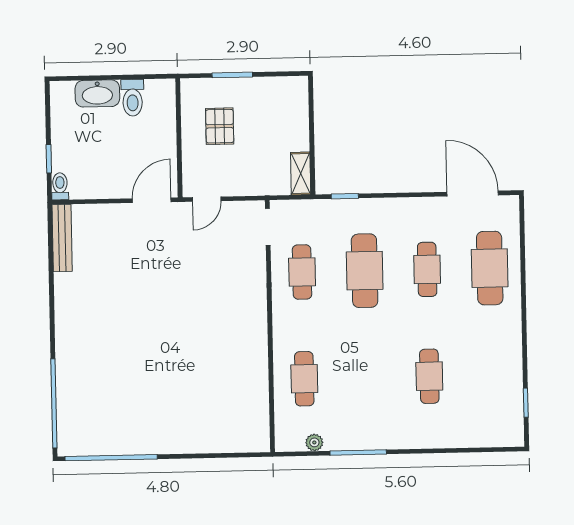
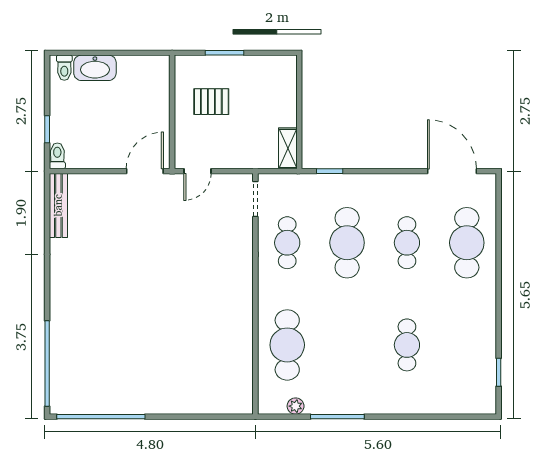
toilet: (133, 98) -> (64, 68), moved, width x0.73, depth x0.72
pallet: (220, 126) -> (211, 102), turned 90
cafe table: (304, 379) -> (287, 345), width x1.37, depth x1.35

